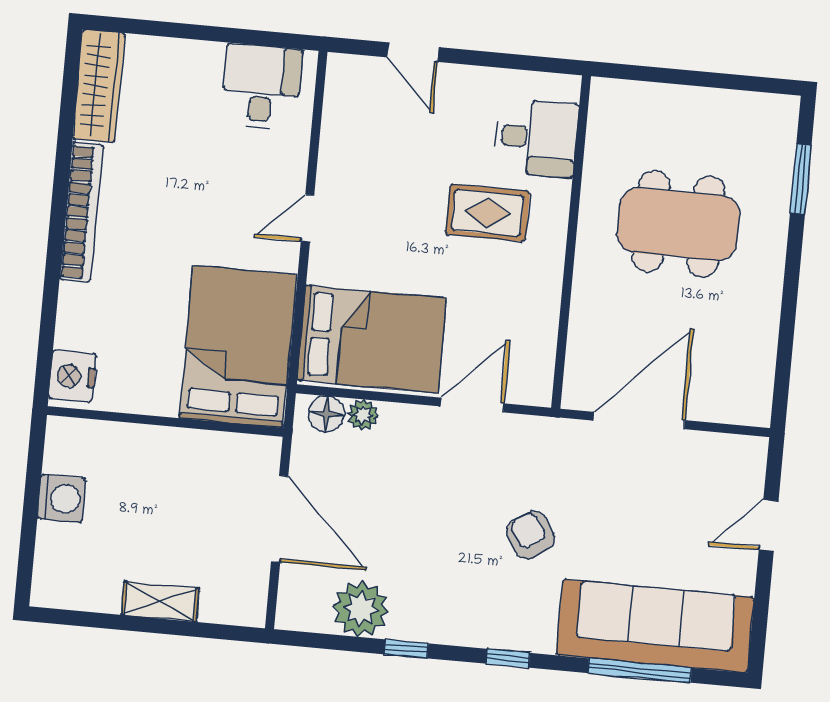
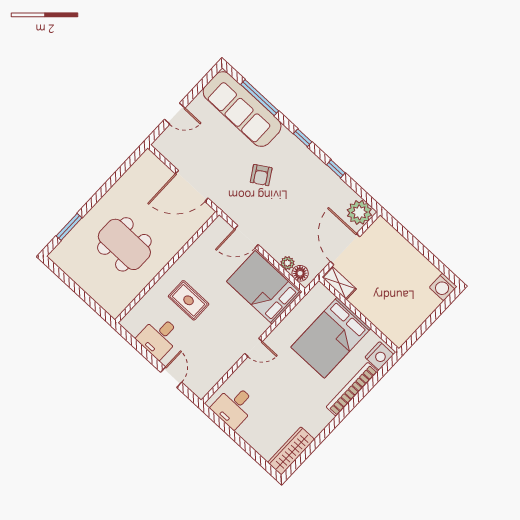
desk: (536, 138) -> (159, 337), moved, turned -90
bookcase: (81, 212) -> (352, 389), moved
bed: (238, 347) -> (331, 338), moved
washing machine: (62, 498) -> (443, 287), moved, turned -90
shelving: (160, 602) -> (339, 283), moved
plant: (361, 609) -> (359, 212), moved

